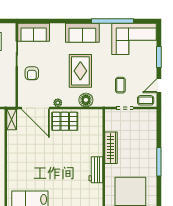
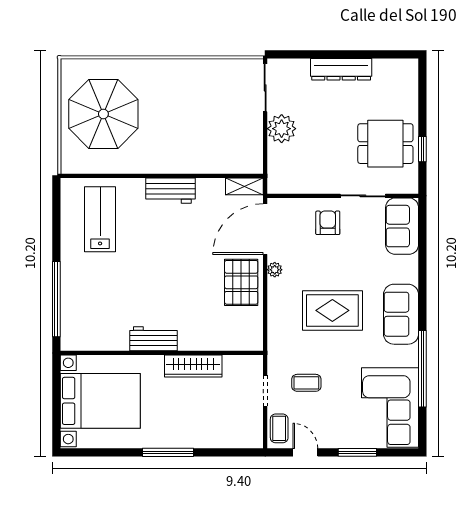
armchair: (32, 73) -> (328, 223), turned 90
floor lamp: (86, 100) -> (280, 320), removed
workbench: (14, 160) -> (170, 191), added

